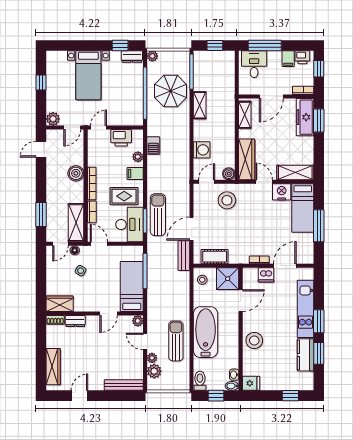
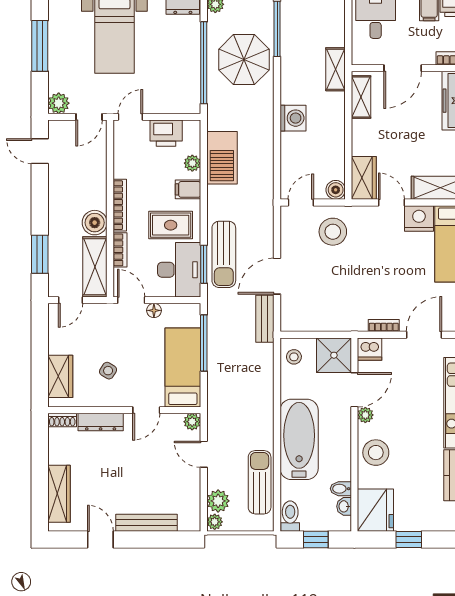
window: (41, 82) -> (40, 46), width x2.17
shelving: (200, 105) -> (335, 69), moved
barbecue: (153, 146) -> (222, 158), width x1.88, depth x1.53
door: (41, 149) -> (40, 151), hinge flipped
washing machine: (202, 150) -> (293, 118), moved
wardrobe: (247, 159) -> (364, 178), width x0.67
boiler: (76, 173) -> (95, 223), moved
sun lounger: (158, 215) -> (224, 254), turned 180
floor lamp: (75, 250) -> (154, 310), moved
cot: (215, 257) -> (313, 320), removed
side table: (81, 271) -> (108, 371), moved
dishwasher: (266, 275) -> (369, 349), moved
wardrobe: (60, 304) -> (60, 376), moved, turned 90
plant: (248, 317) -> (365, 415), added
dresser: (75, 321) -> (101, 422), width x1.44
sun lounger: (176, 341) -> (260, 482), moved
plant: (152, 358) -> (215, 522), moved
fridge: (251, 383) -> (375, 510), width x1.88, depth x1.34
bench: (124, 385) -> (146, 523), moved
bidet: (232, 386) -> (341, 489), moved
door: (79, 396) -> (100, 539), hinge flipped
window: (290, 396) -> (409, 539), moved

